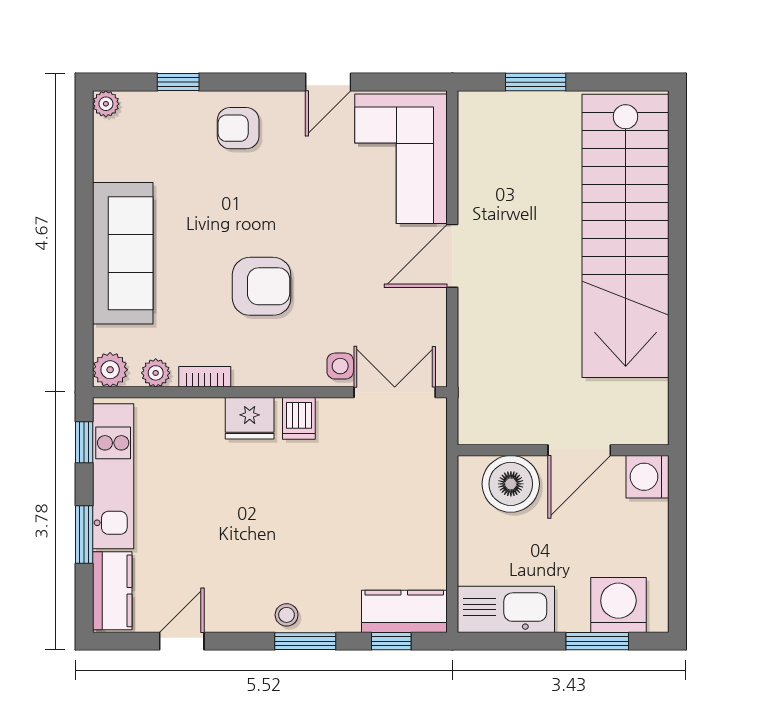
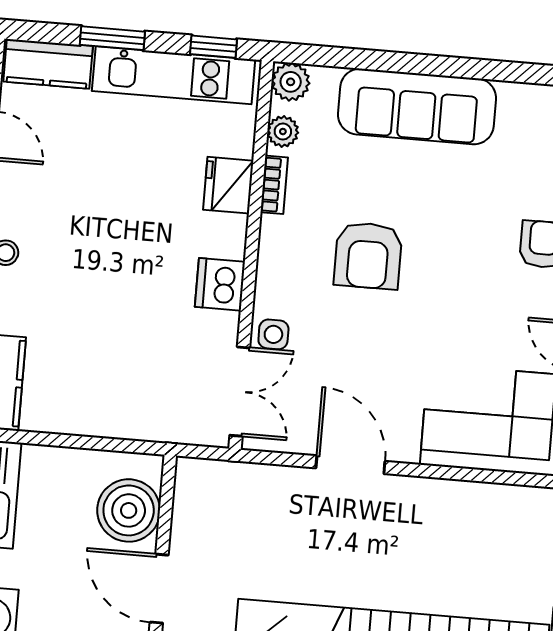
door: (452, 256) -> (350, 465), moved
fridge: (250, 418) -> (228, 185), moved
dishwasher: (299, 418) -> (220, 284), width x1.38

